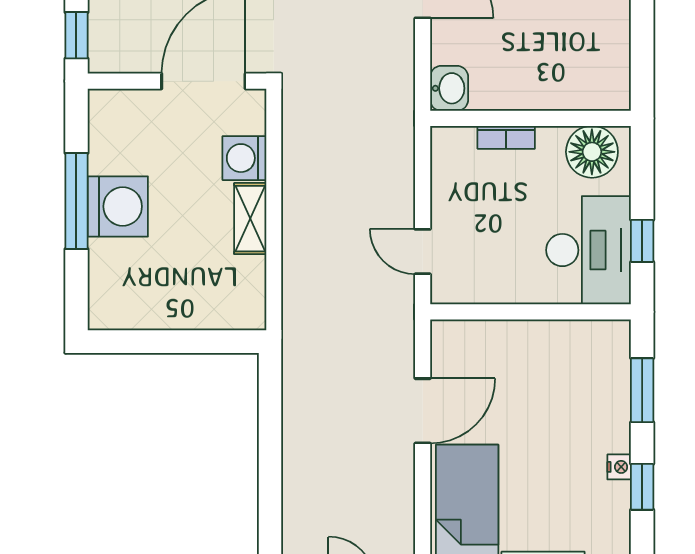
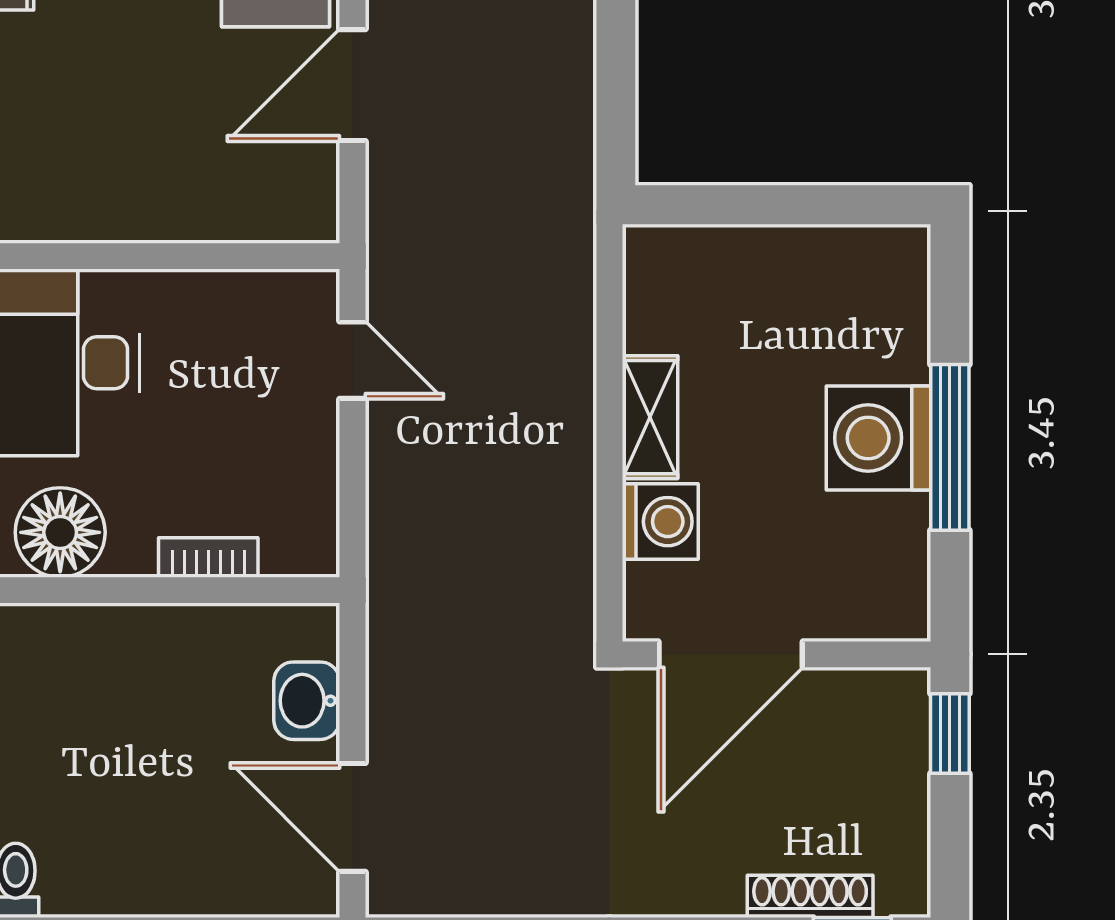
washbasin: (449, 88) -> (307, 701), moved

